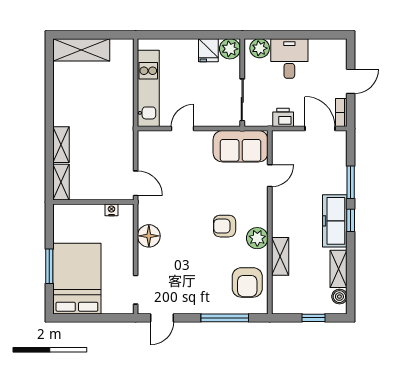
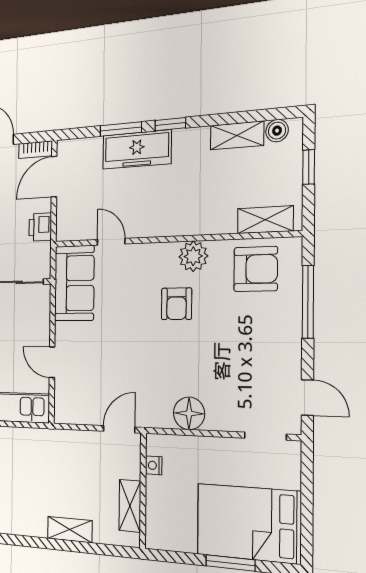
shelving: (61, 182) -> (130, 506), moved, turned 90
freezer: (335, 221) -> (137, 150), moved
shelving: (280, 256) -> (265, 220), moved

